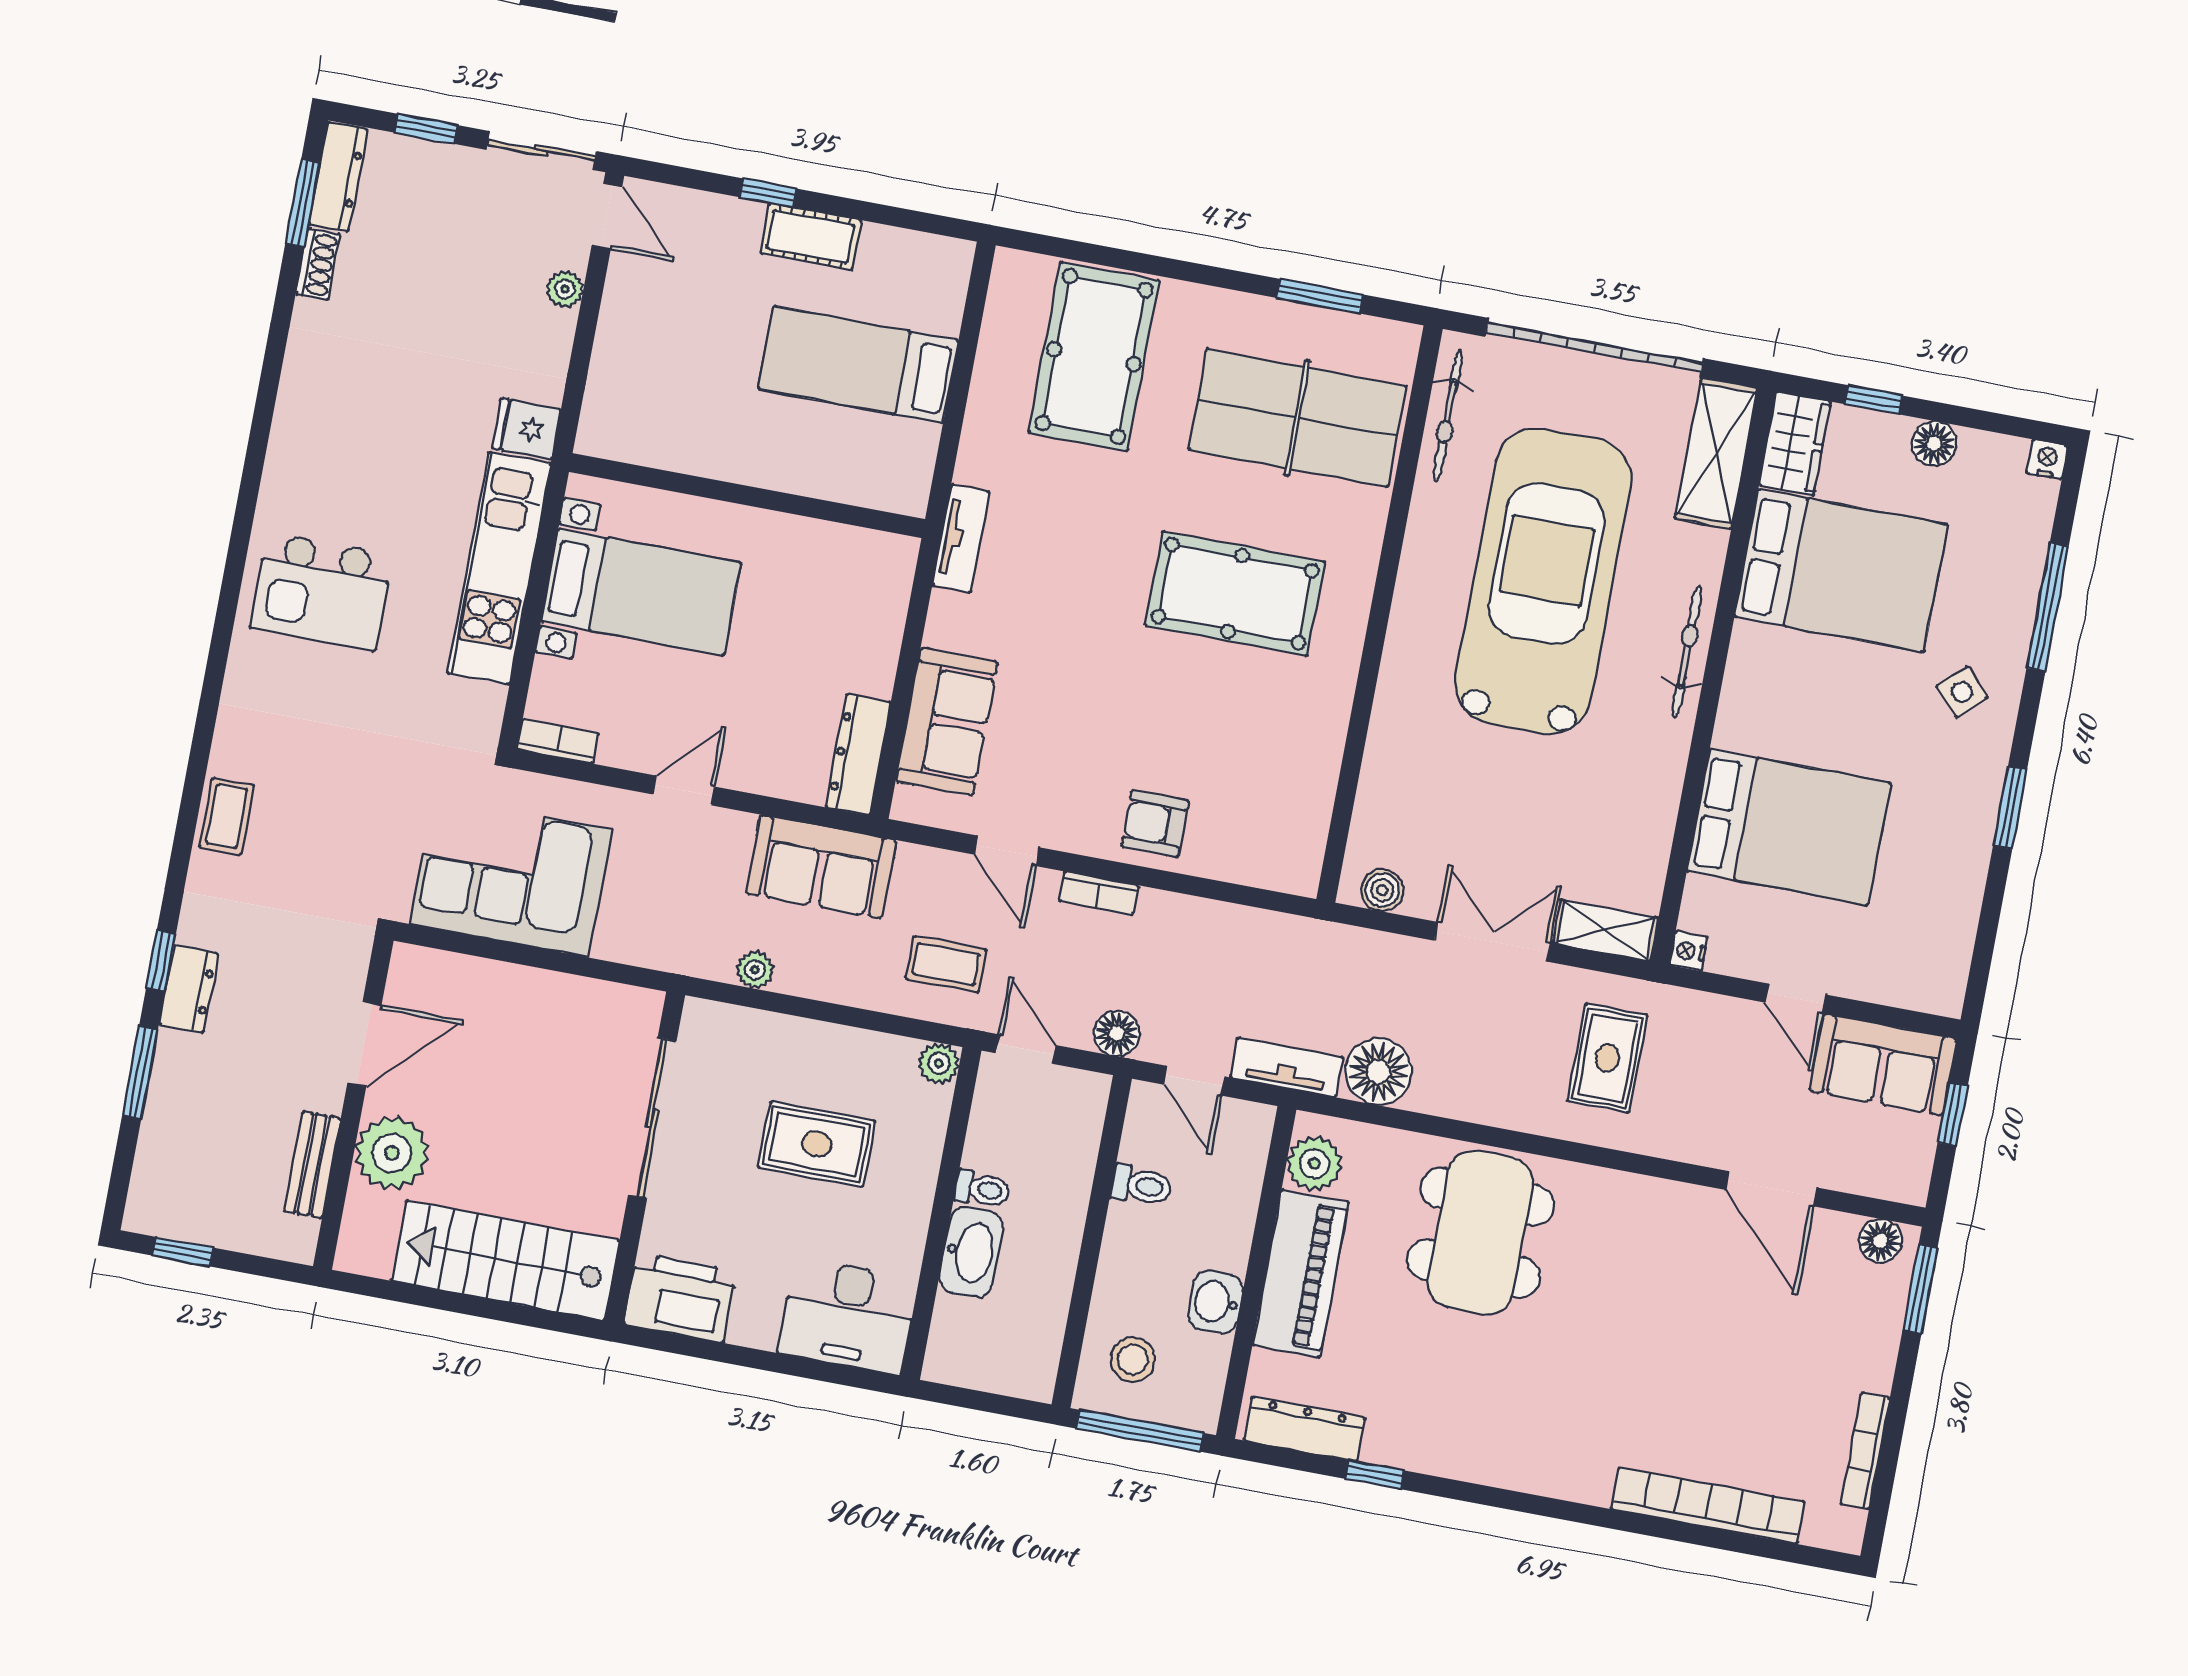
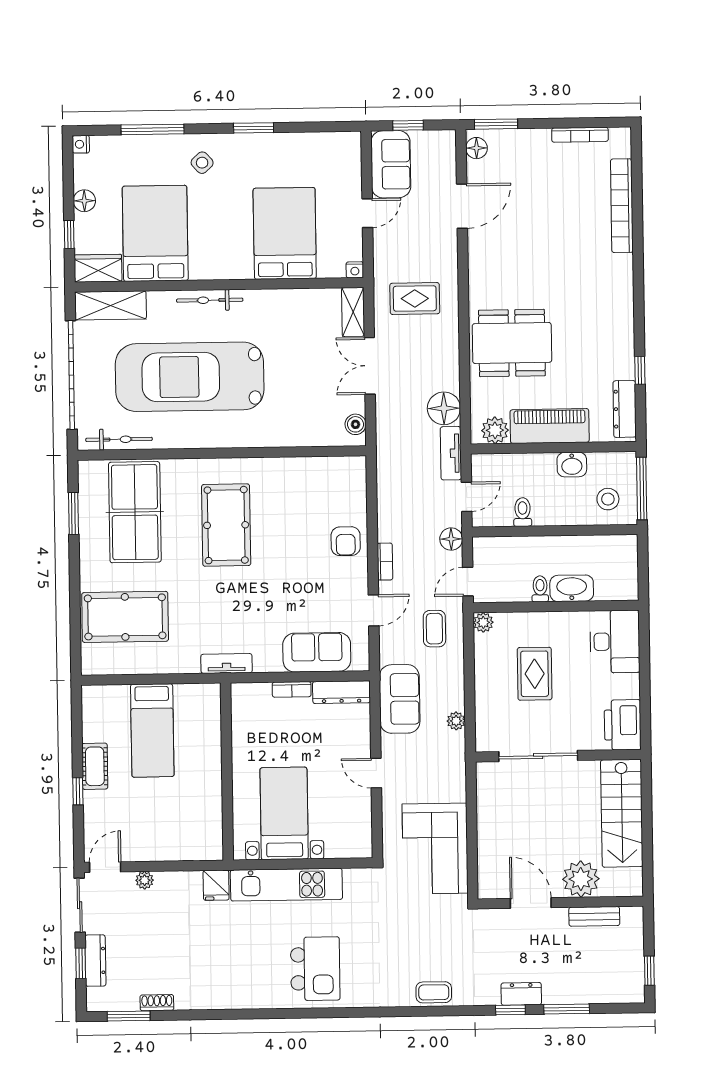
dresser: (338, 177) -> (95, 961), moved, turned 90
bookcase: (558, 741) -> (292, 689), moved, turned -90

